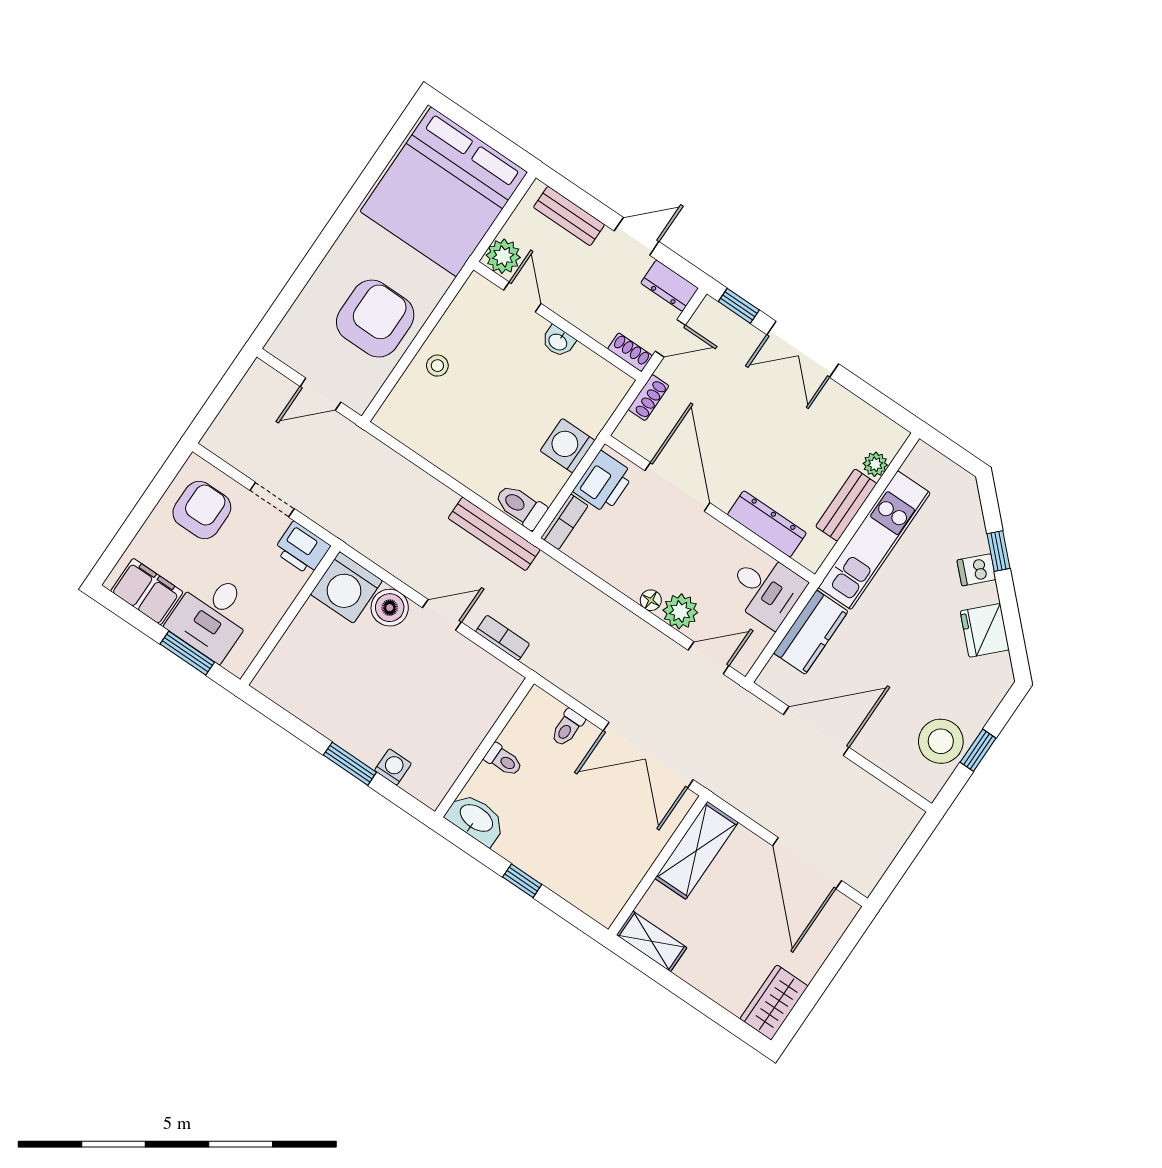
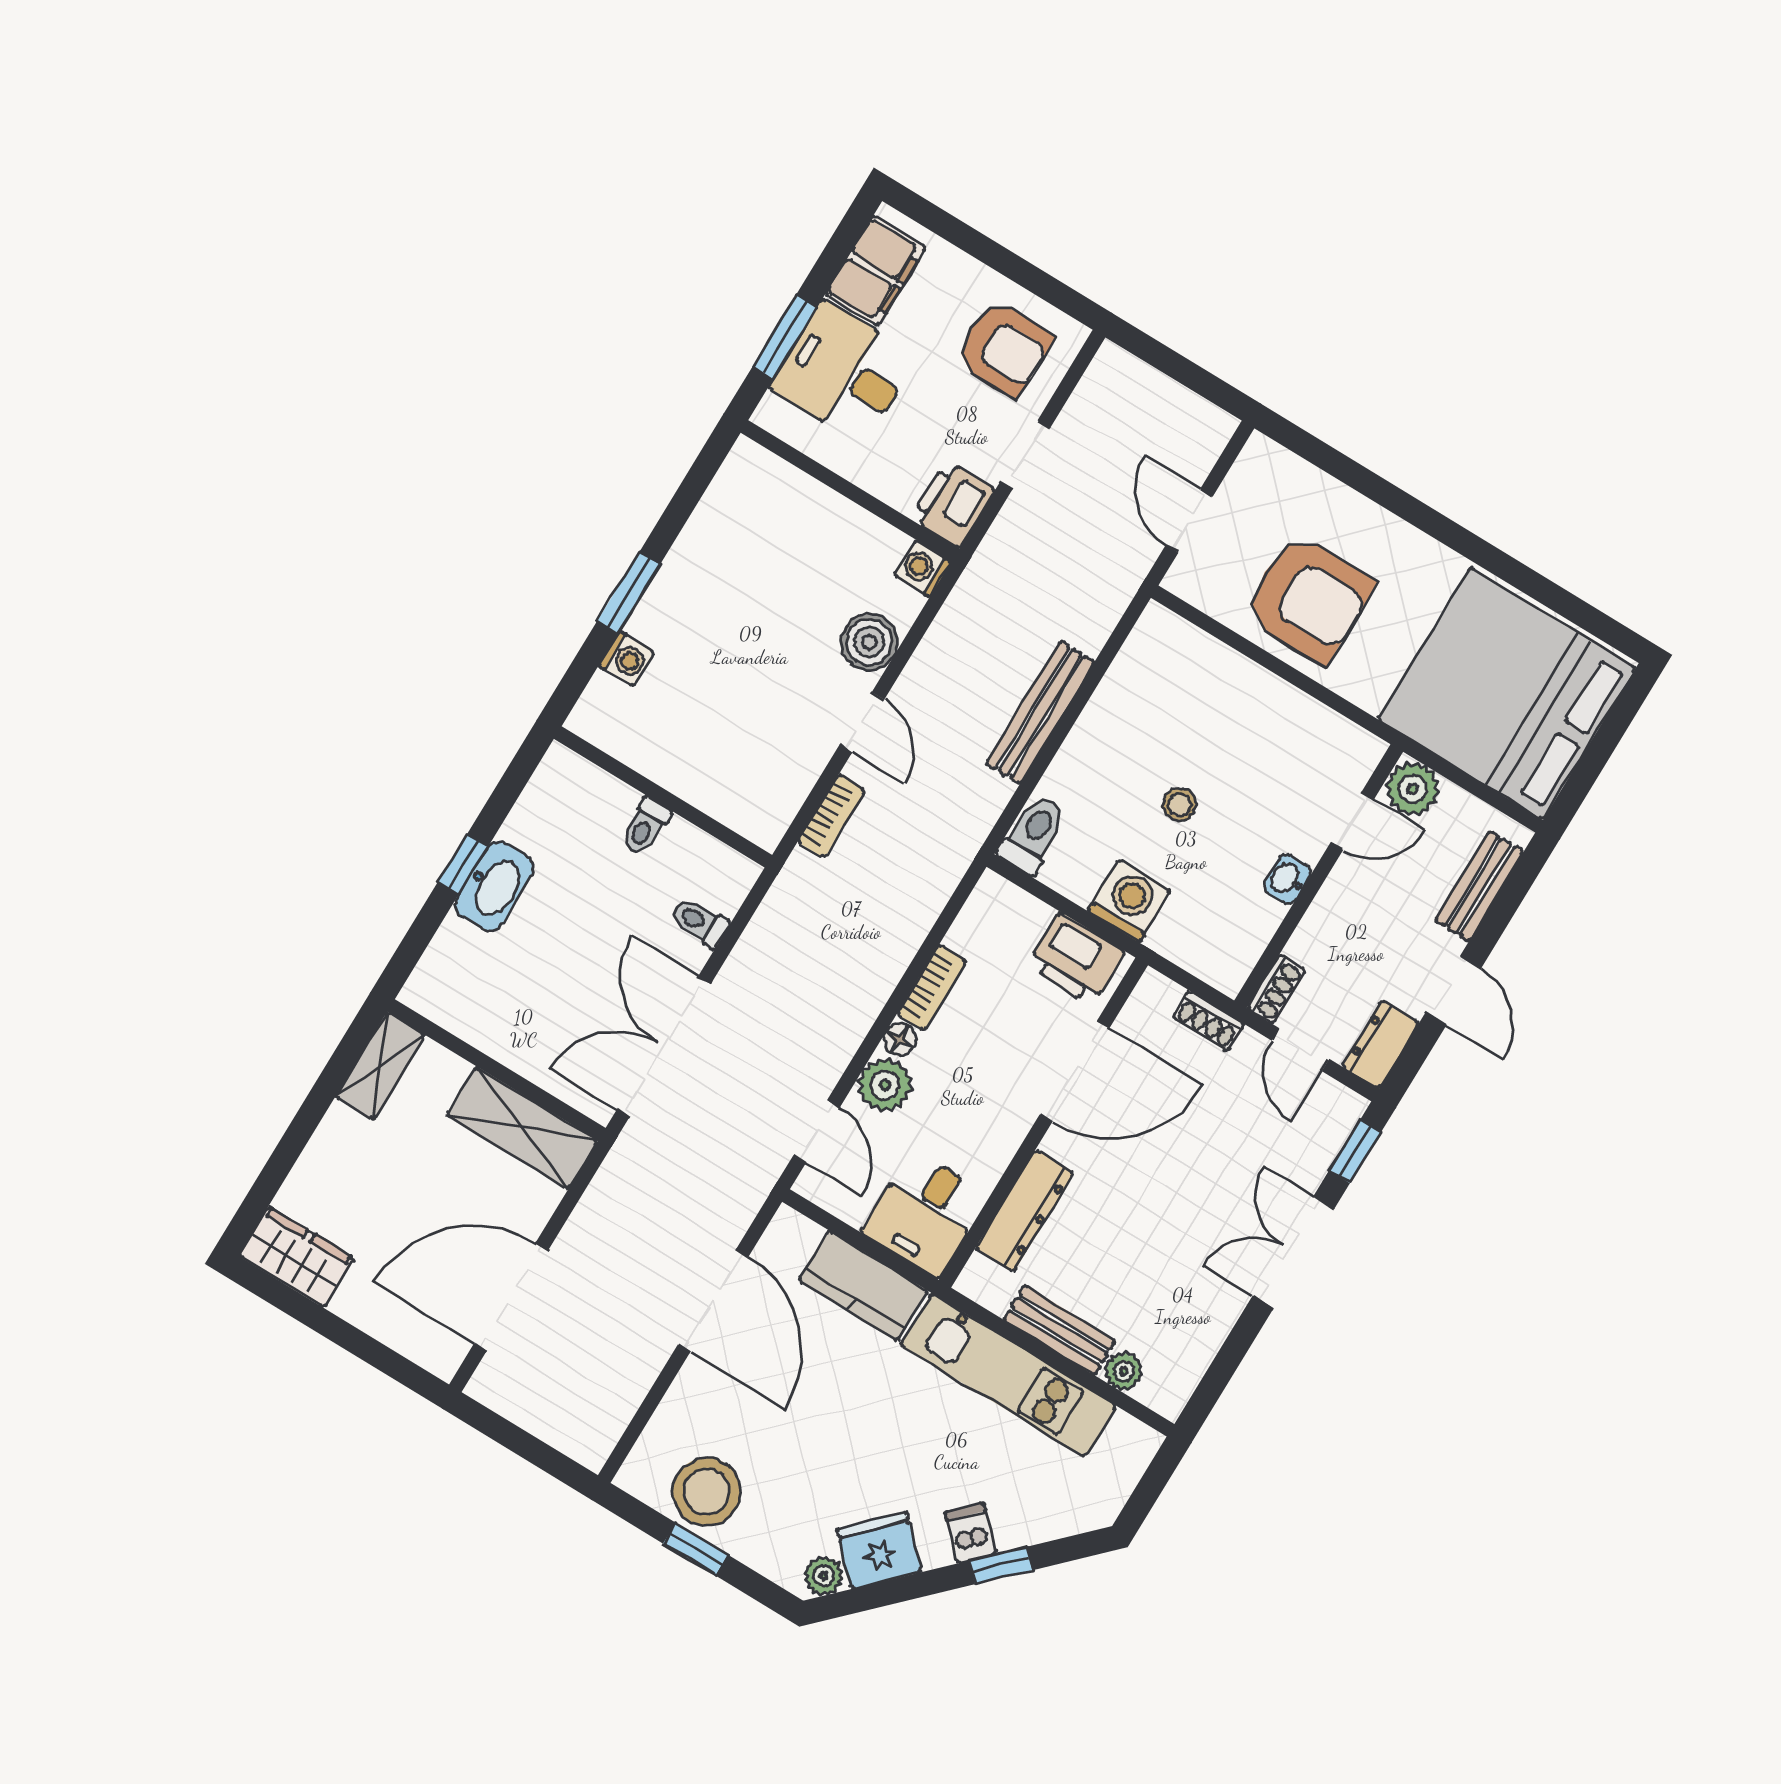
stool: (437, 366) -> (1179, 804), moved
bookcase: (564, 522) -> (932, 988), moved, turned -90
bench: (494, 534) -> (1040, 712), moved
washing machine: (346, 587) -> (923, 568), width x0.53, depth x0.53
plant: (1000, 667) -> (824, 1576), added
washbasin: (476, 819) -> (495, 886), moved

